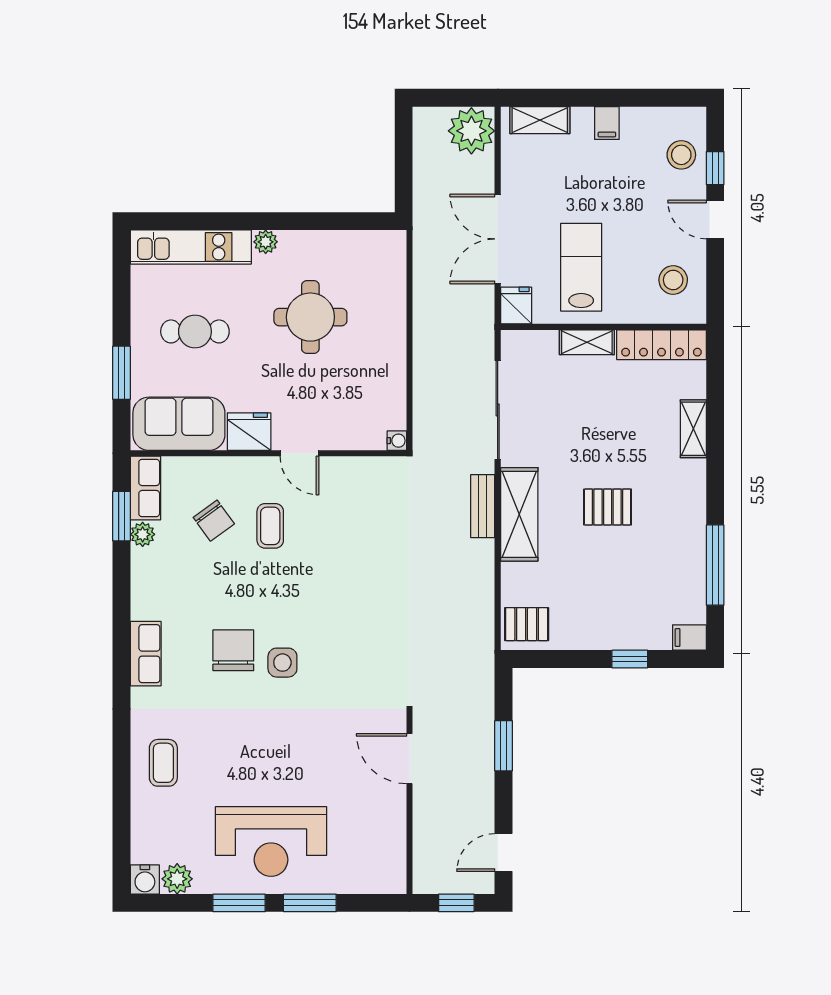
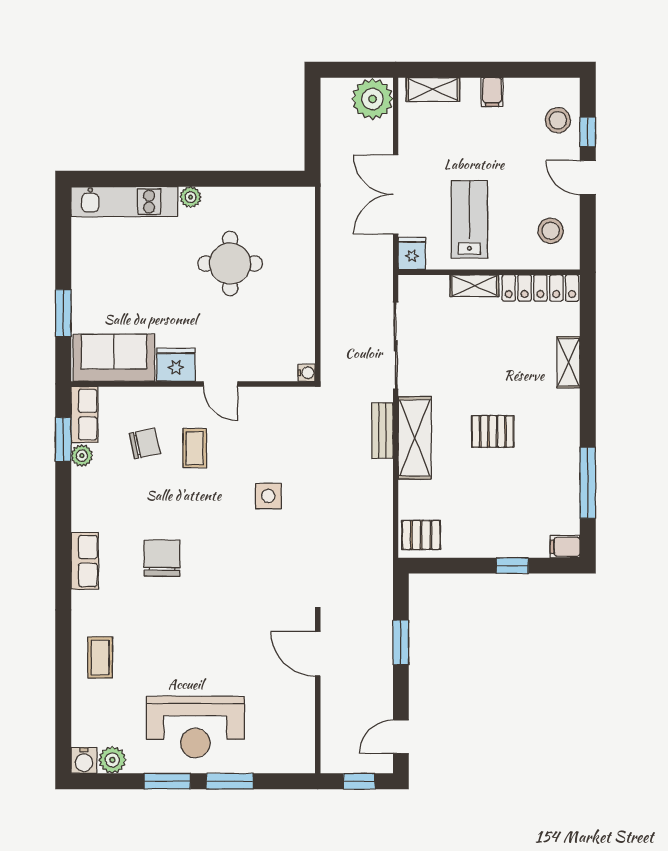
cafe table: (195, 331) -> (128, 276), removed
chair: (214, 521) -> (145, 443), turned -66
side table: (282, 663) -> (268, 496), moved

